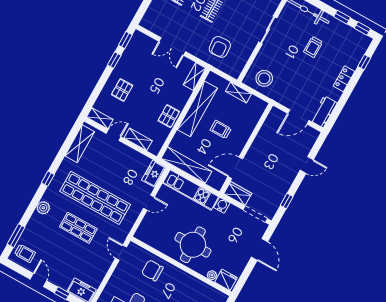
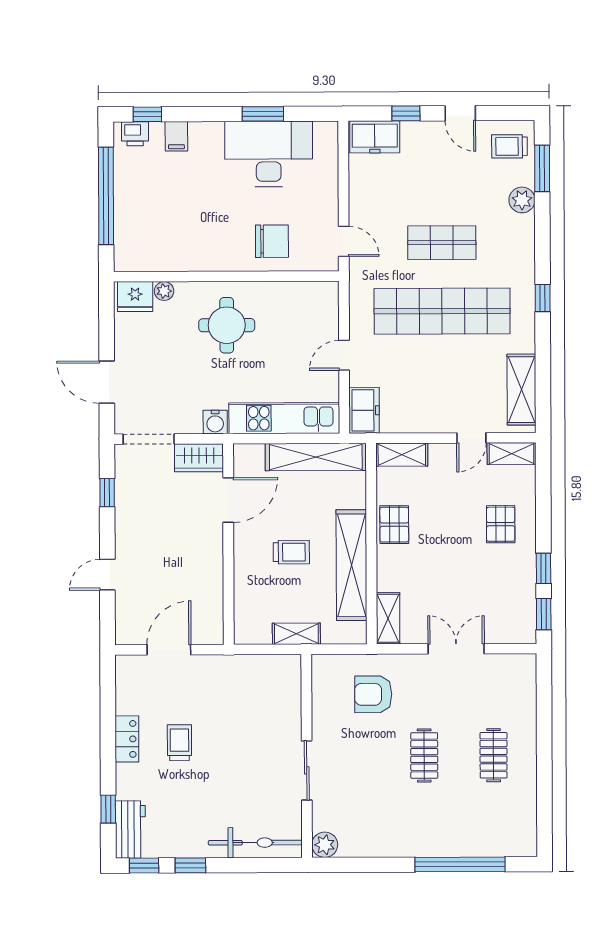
armchair: (220, 47) -> (373, 694), turned -86
trolley: (313, 47) -> (179, 743), moved
stool: (264, 78) -> (266, 683), removed
locker: (344, 79) -> (127, 739), moved
workbench: (324, 112) -> (130, 830), moved
shelving: (138, 139) -> (402, 455), moved
plant: (43, 208) -> (522, 200), moved
round table: (193, 245) -> (227, 325), width x0.73, depth x0.73

